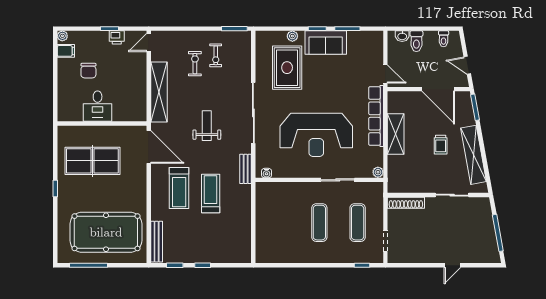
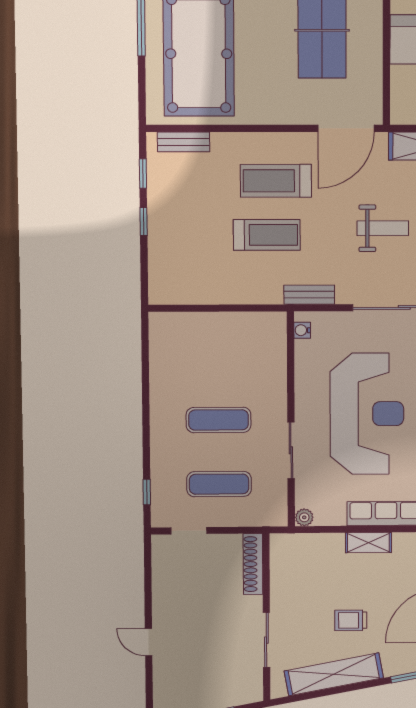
shelving: (396, 134) -> (368, 543), width x0.67, depth x0.75
reception desk: (316, 135) -> (367, 414), turned 180
bench: (157, 242) -> (183, 142), width x0.73

